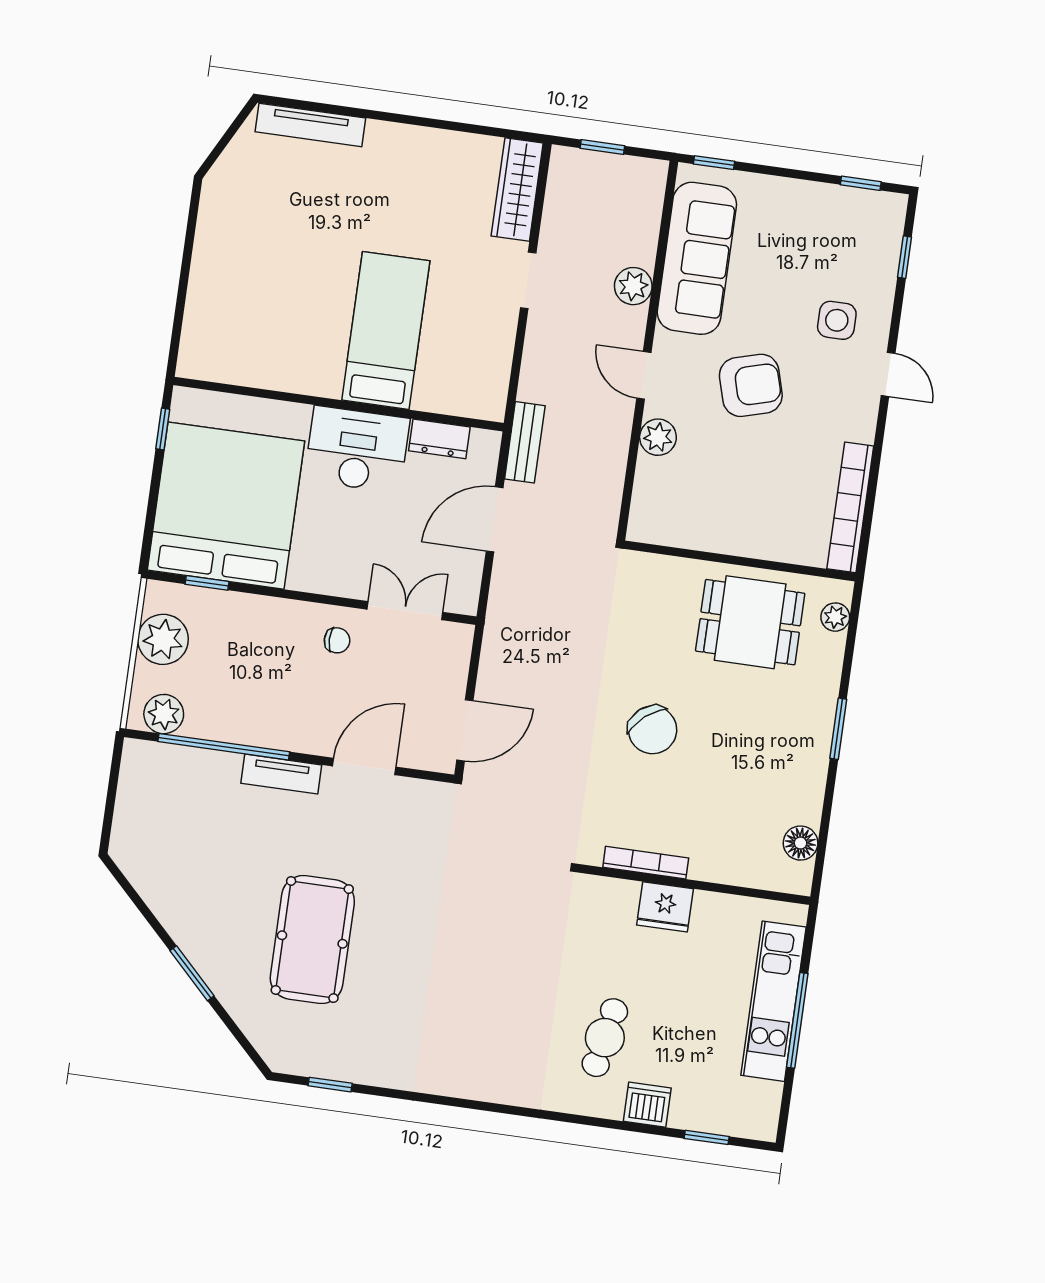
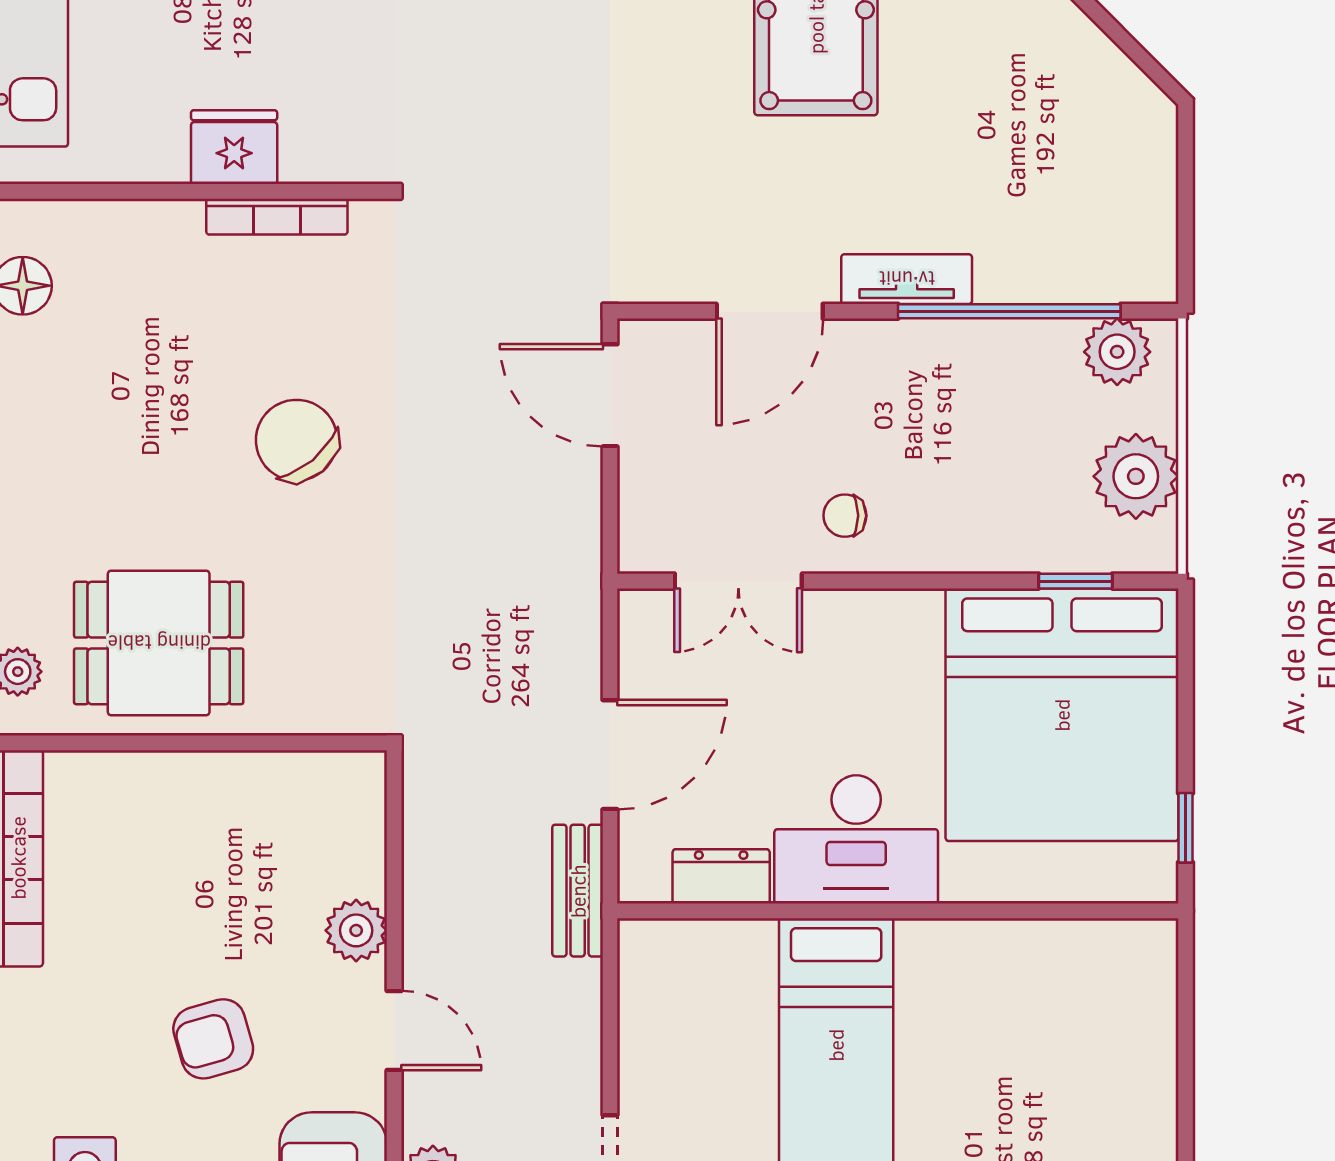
armchair: (751, 385) -> (213, 1039), width x0.72, depth x0.72
door: (465, 730) -> (610, 395), hinge flipped

